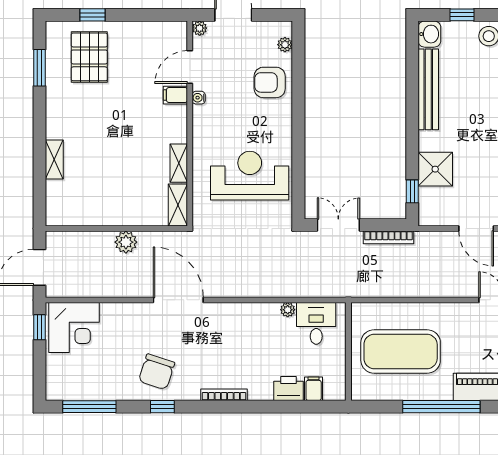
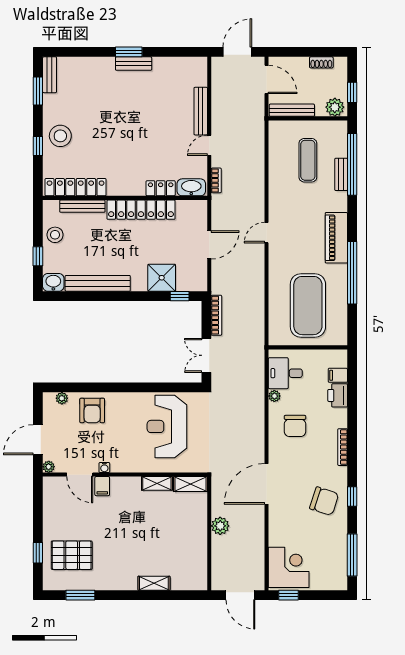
chair: (250, 335) -> (295, 426), added

